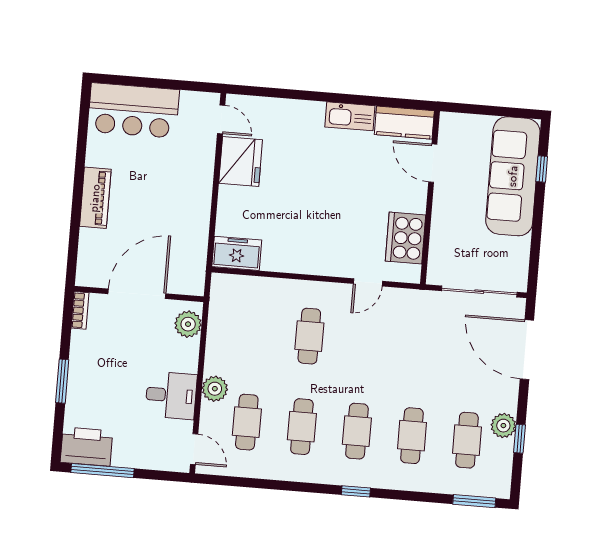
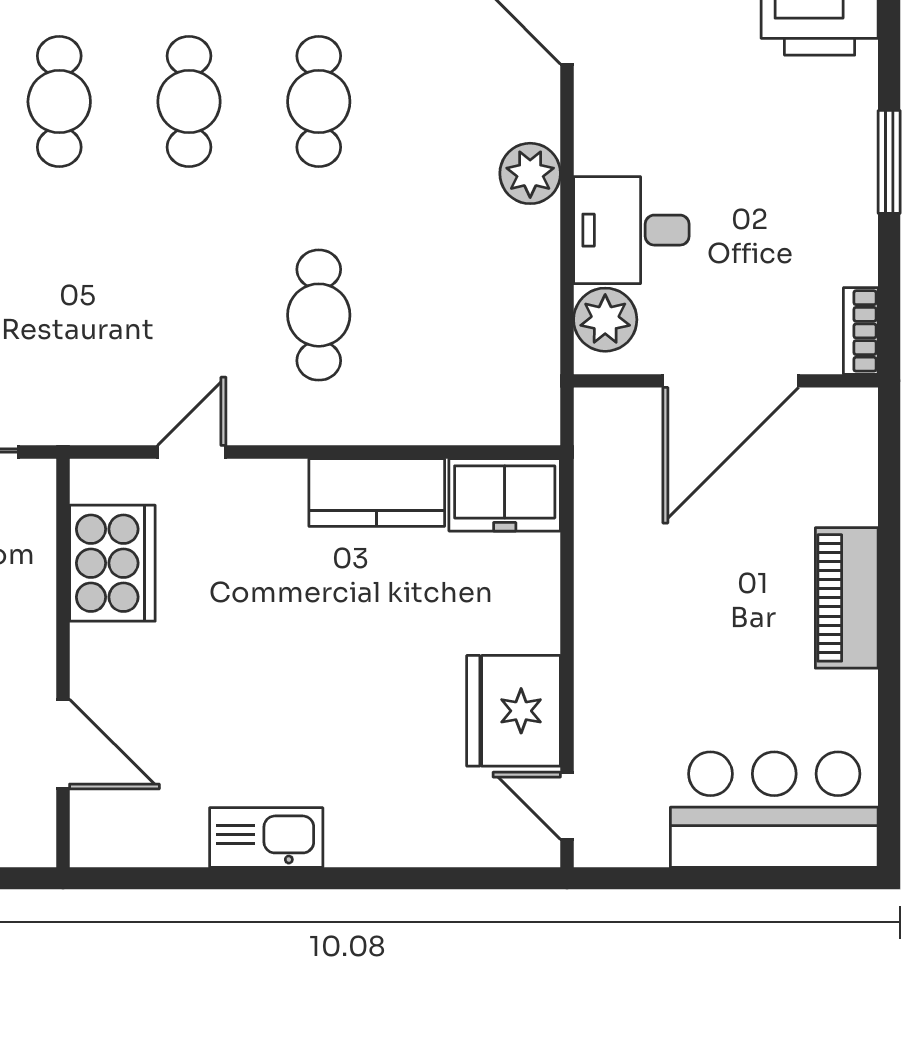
kitchen counter: (404, 123) -> (377, 493), moved, turned 180
desk: (171, 395) -> (631, 230), moved
cafe table: (247, 422) -> (449, 102), removed

